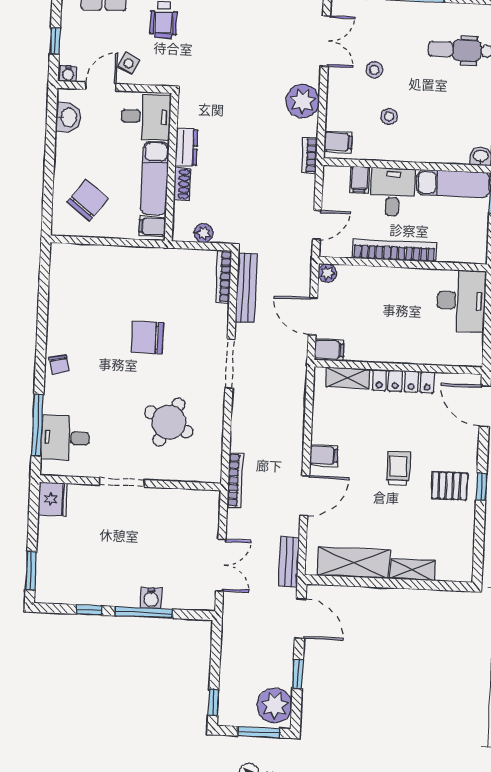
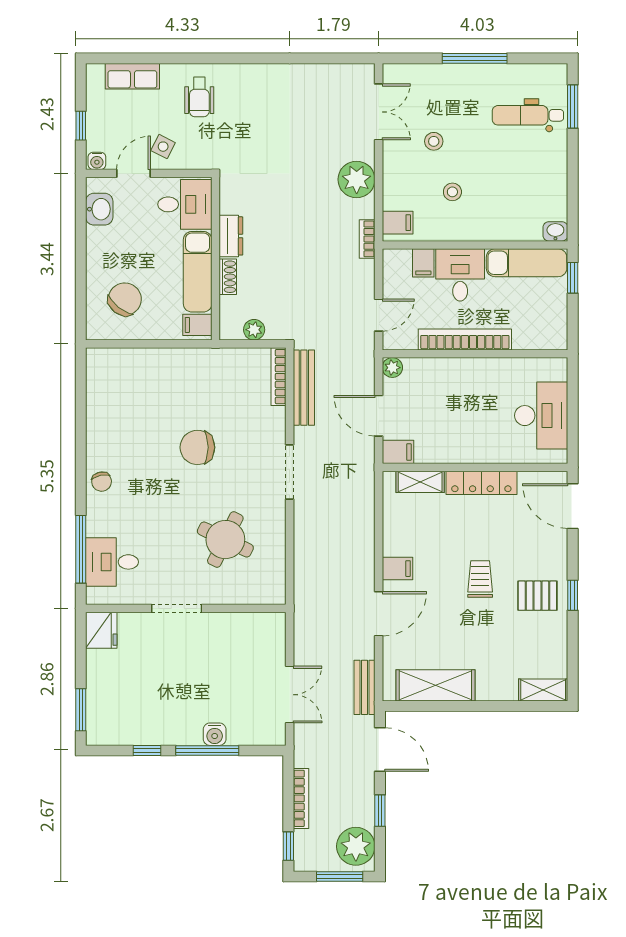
desk: (461, 301) -> (541, 416), moved
bookcase: (235, 480) -> (301, 798), moved
shelving: (413, 570) -> (543, 690), moved

